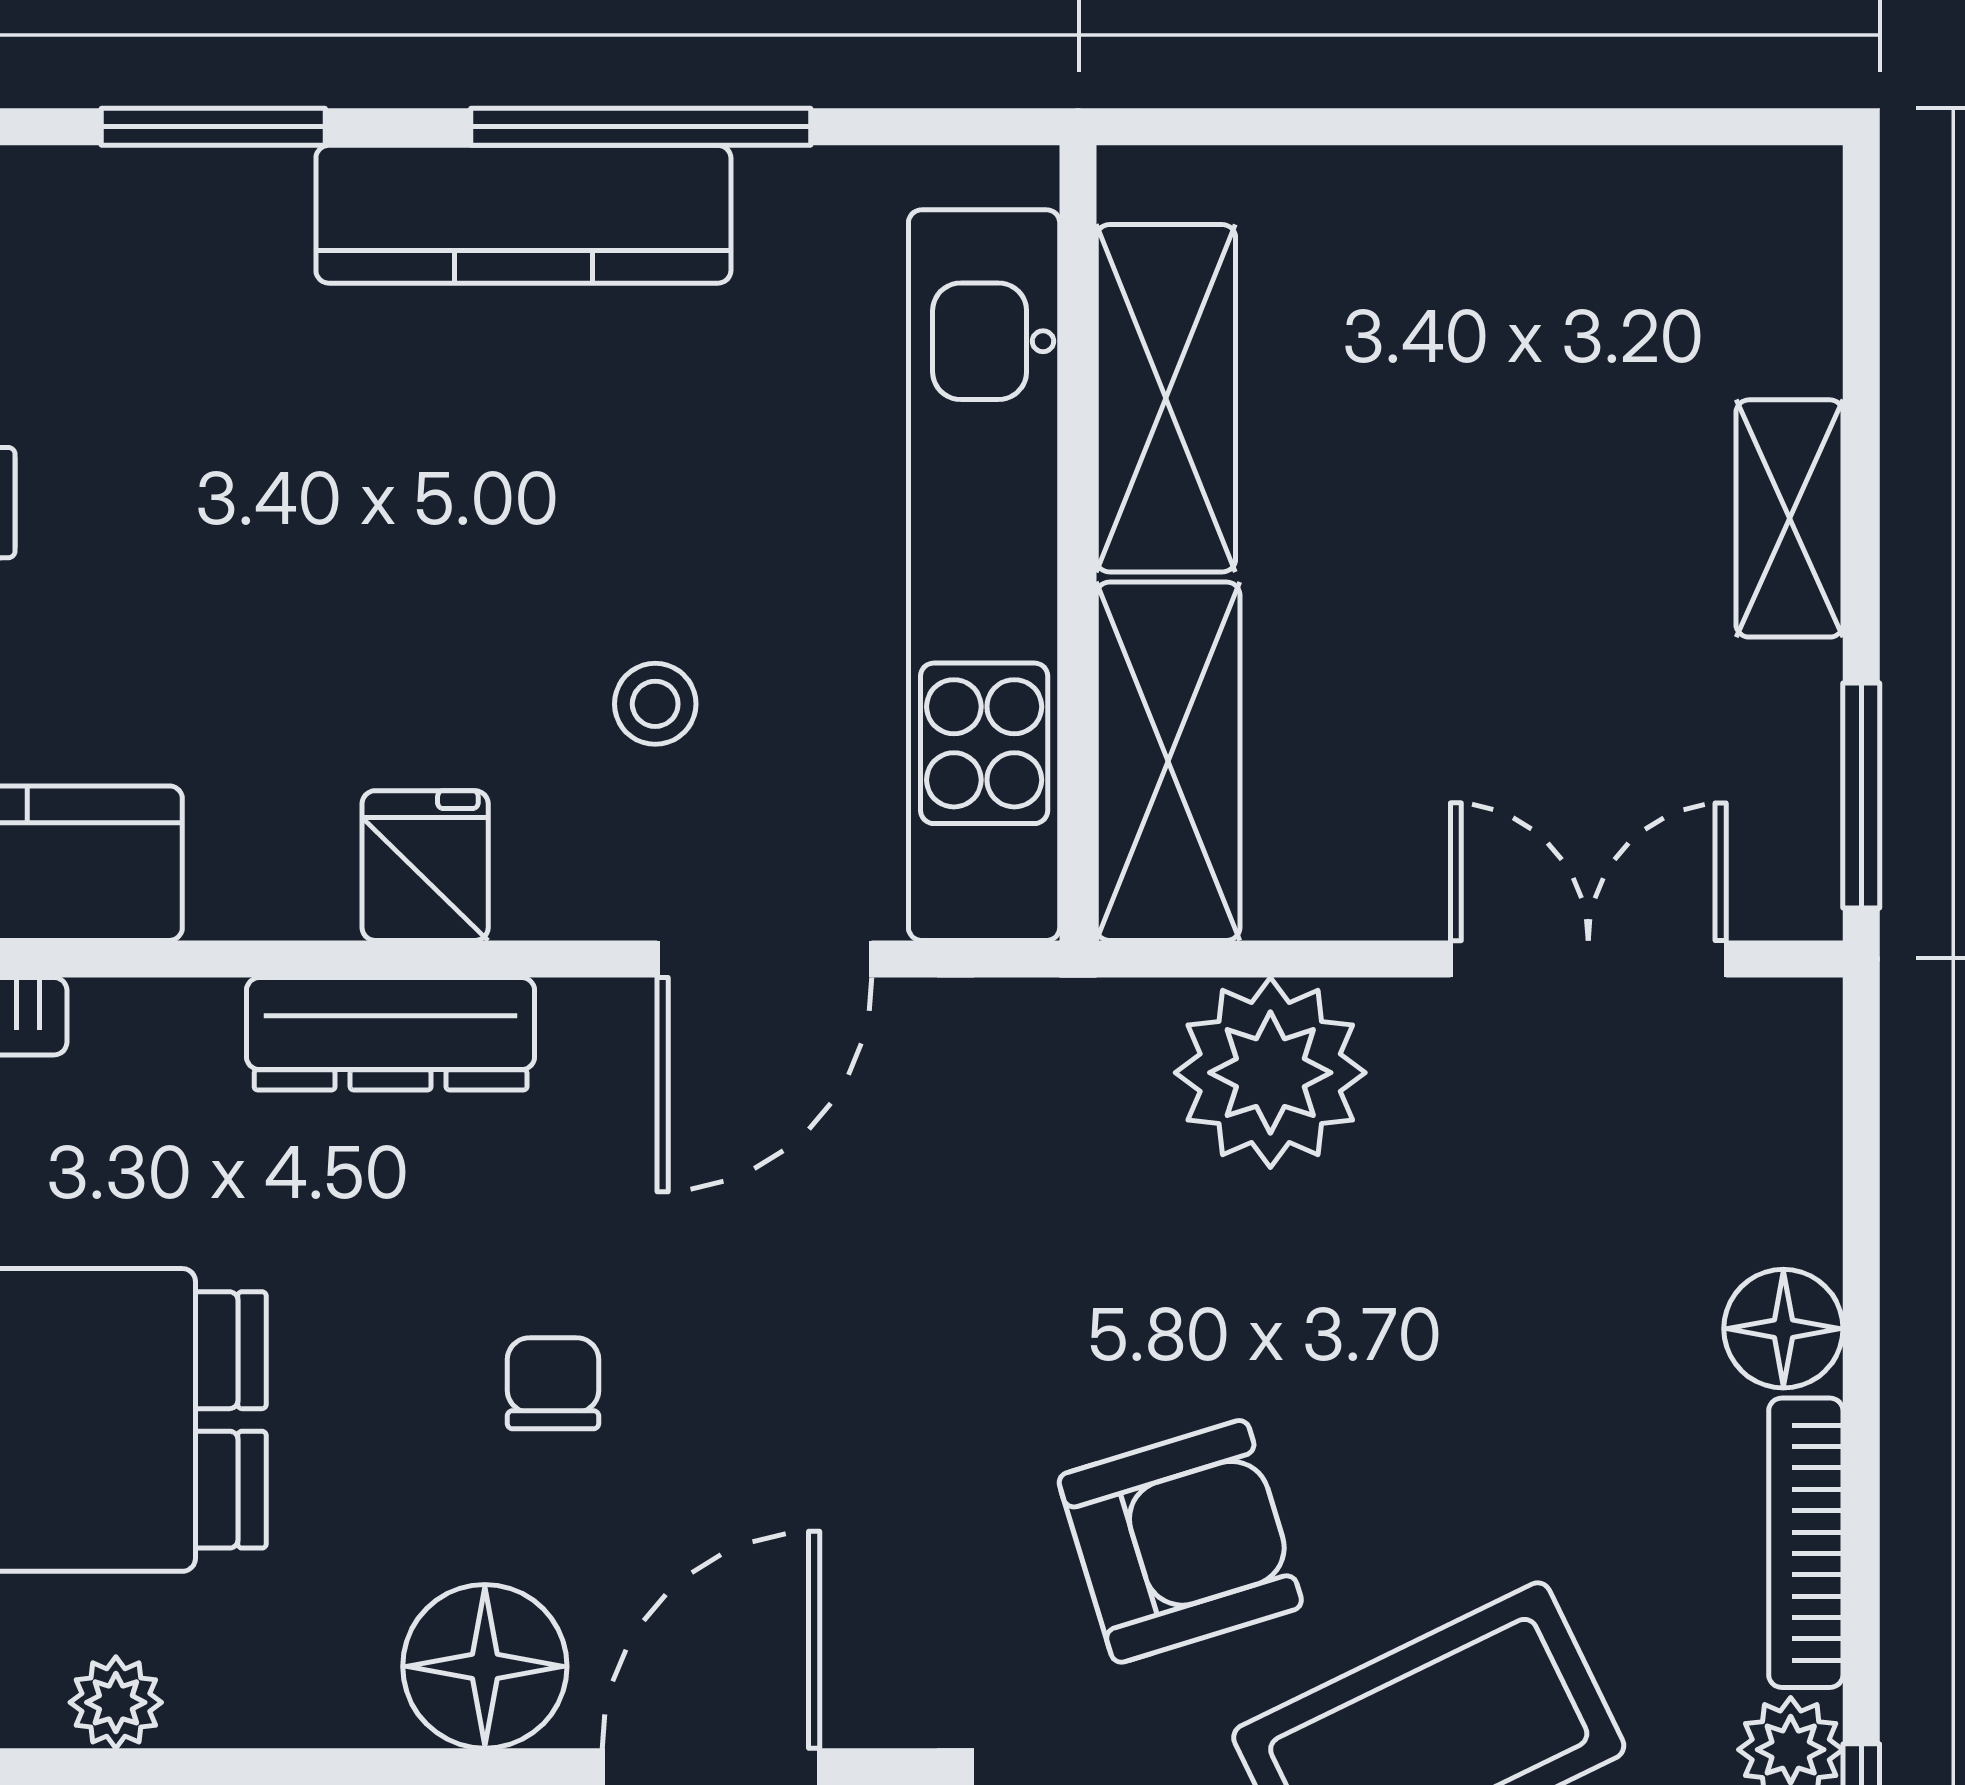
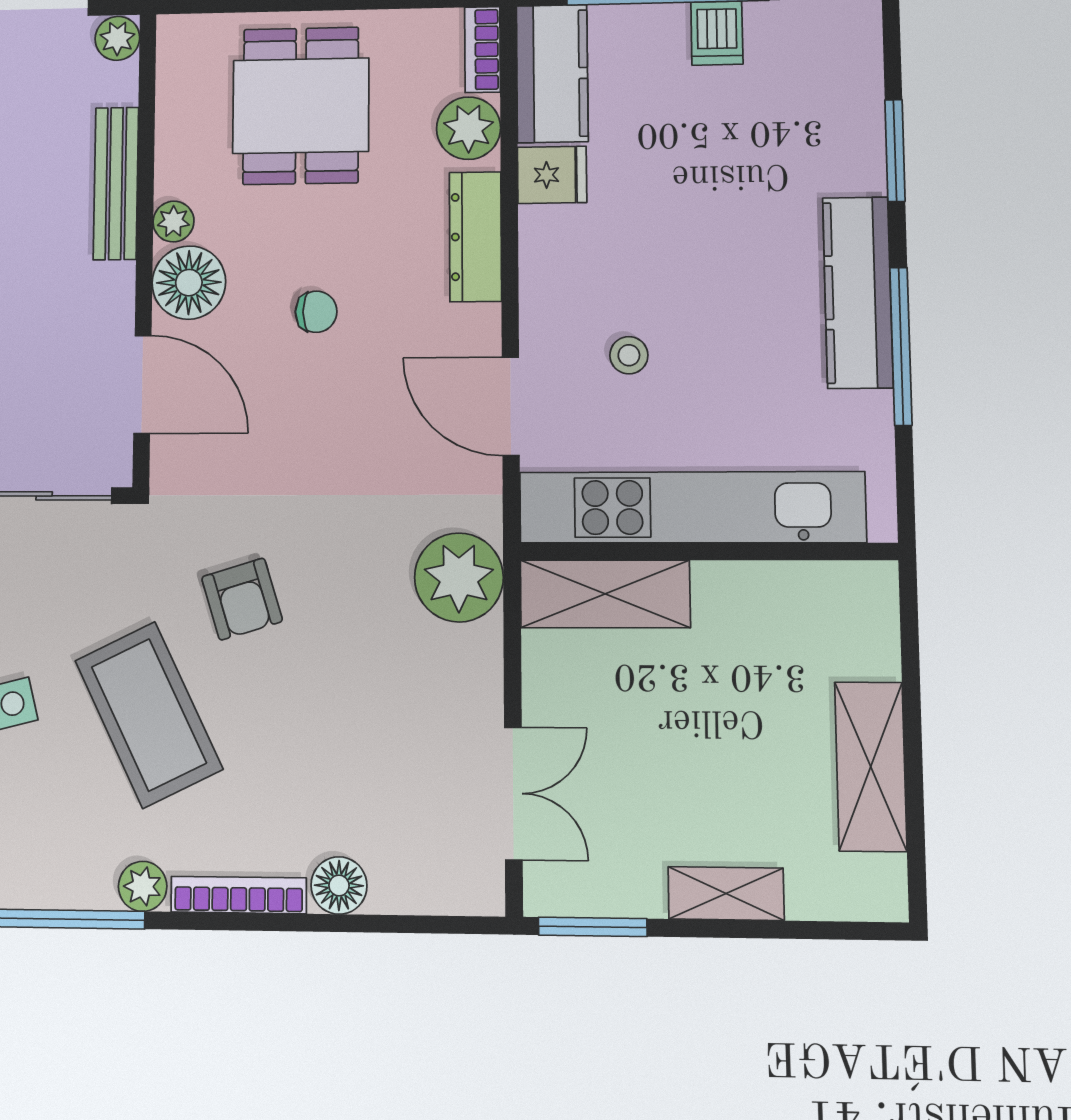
shelving: (1166, 398) -> (871, 766), moved, turned 90
fridge: (425, 866) -> (552, 175), moved
plant: (147, 1048) -> (468, 128), added
plant: (1270, 1073) -> (459, 577), moved
armchair: (1180, 1541) -> (242, 599), width x0.72, depth x0.72
plant: (116, 1702) -> (173, 222), moved

